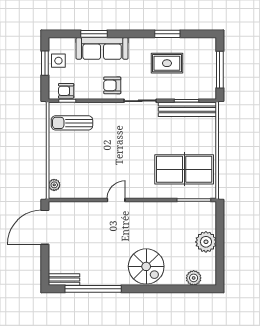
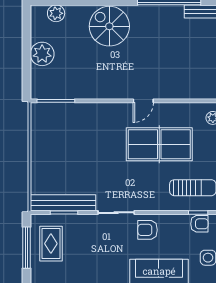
rug: (167, 63) -> (51, 244), moved, turned 90
armchair: (112, 85) -> (148, 230), turned 180
table tennis table: (184, 169) -> (159, 144), moved

